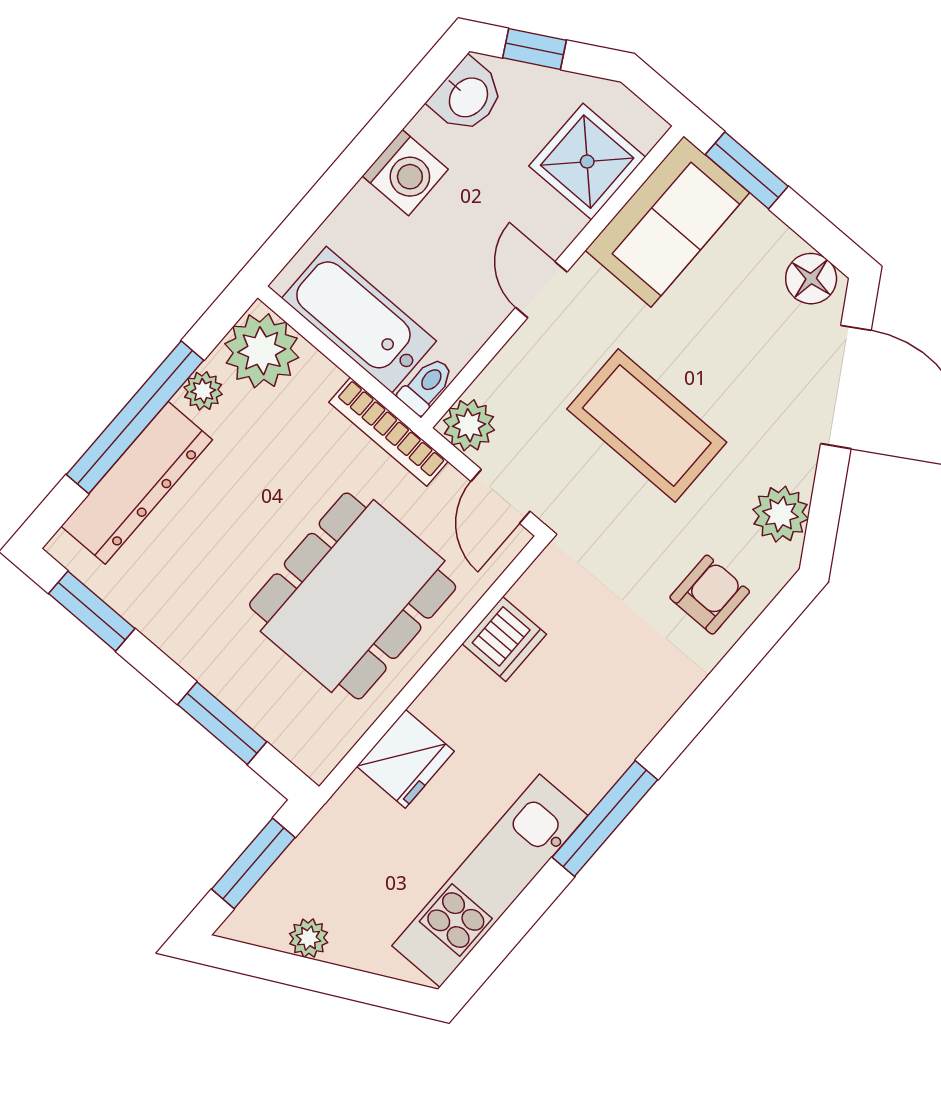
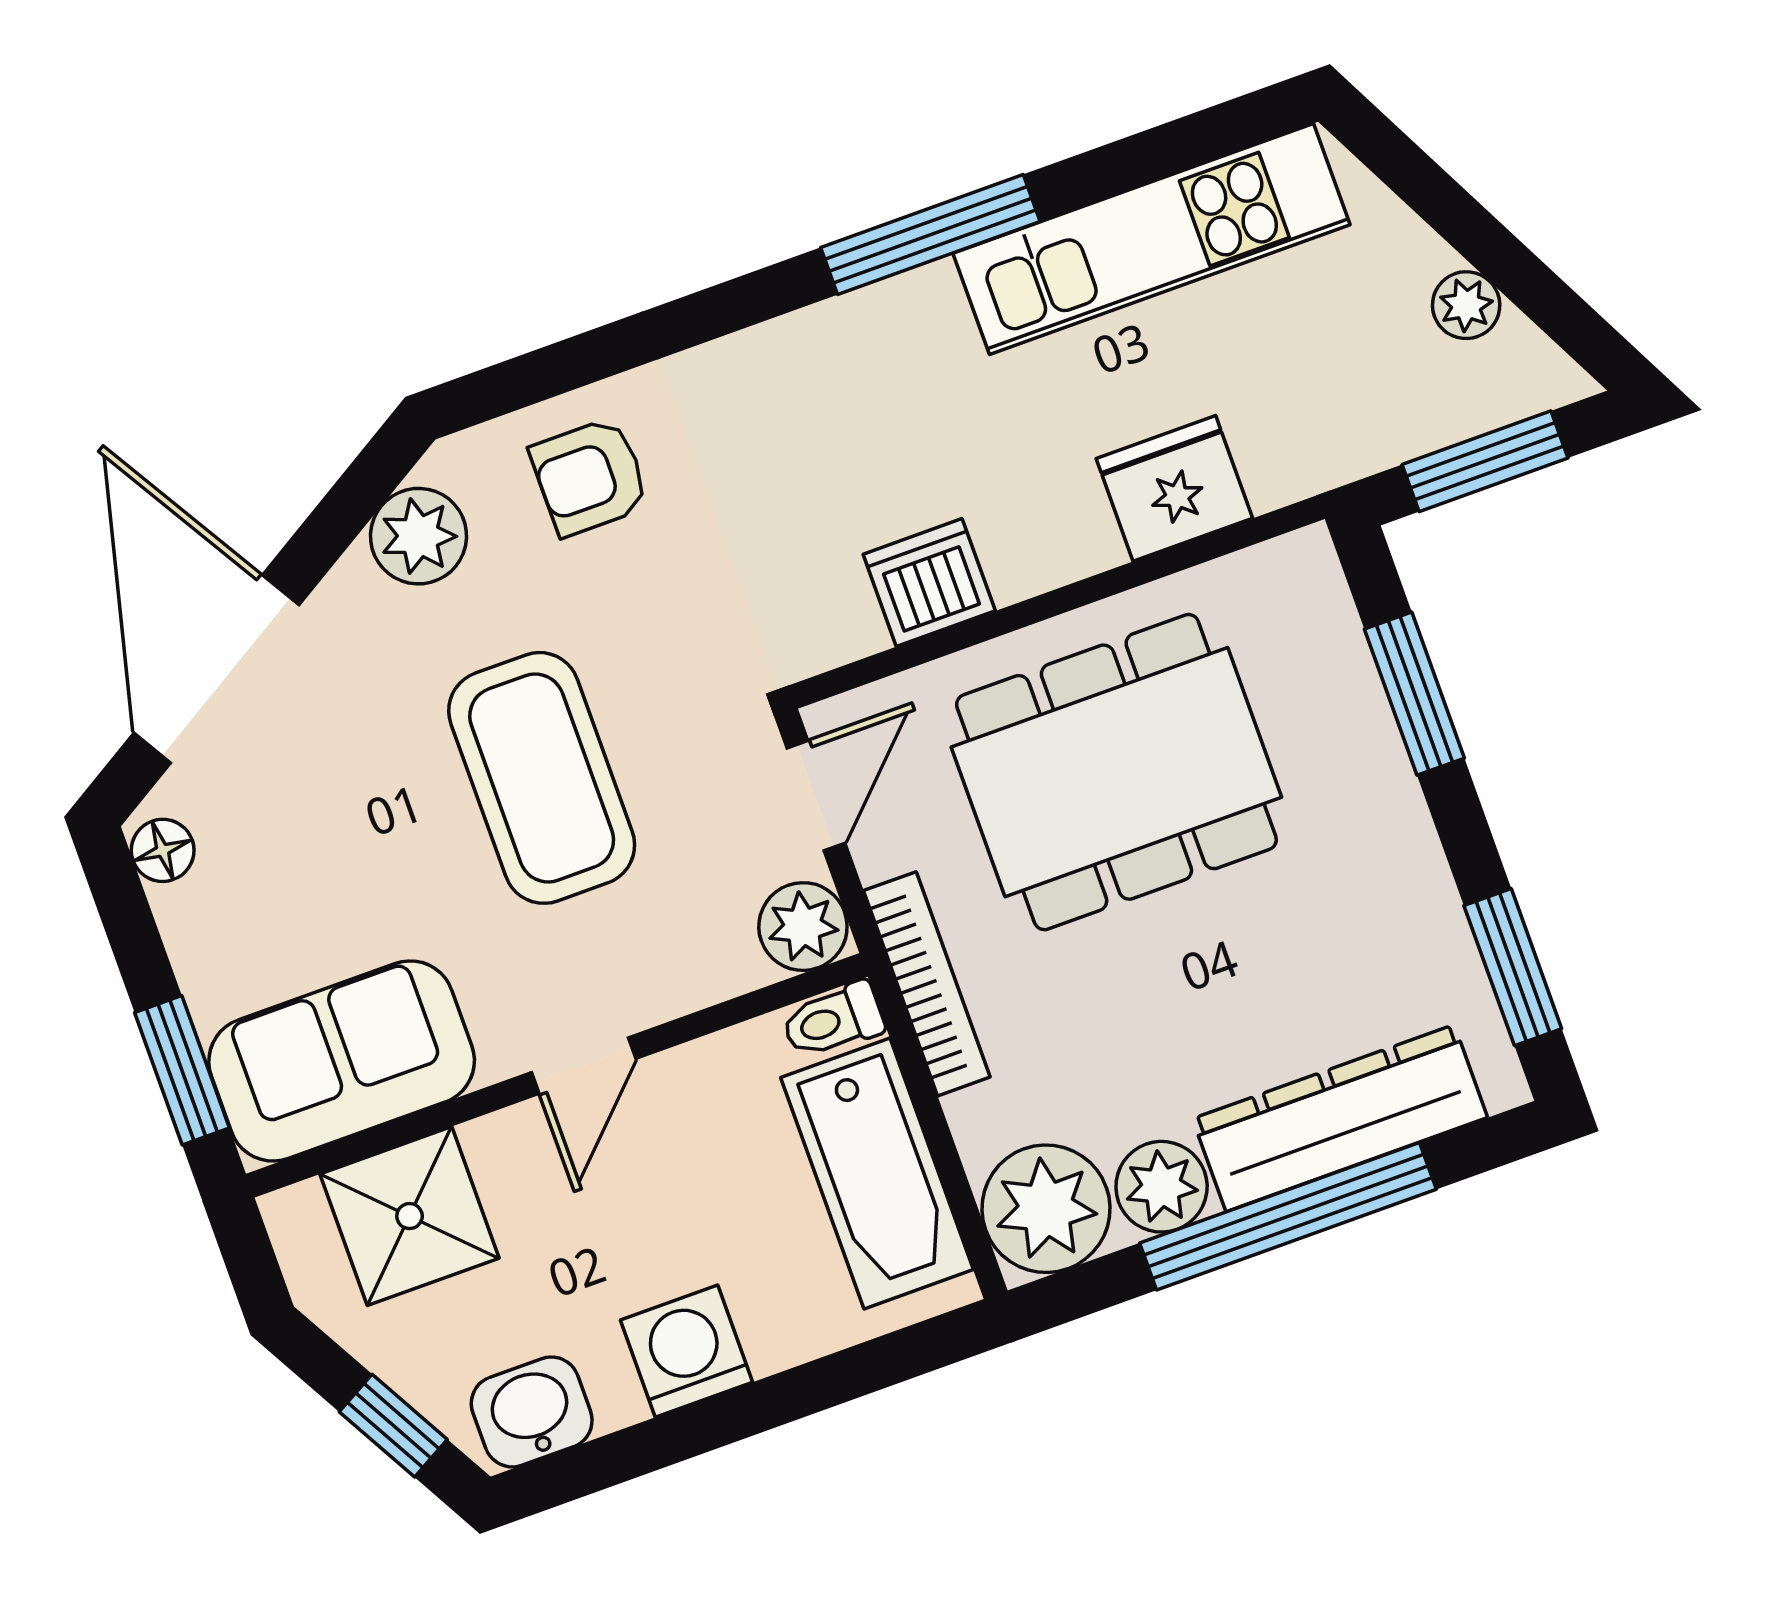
floor lamp: (811, 279) -> (163, 850), width x0.73, depth x0.73
plant: (203, 391) -> (1162, 1187), width x1.38, depth x1.38

